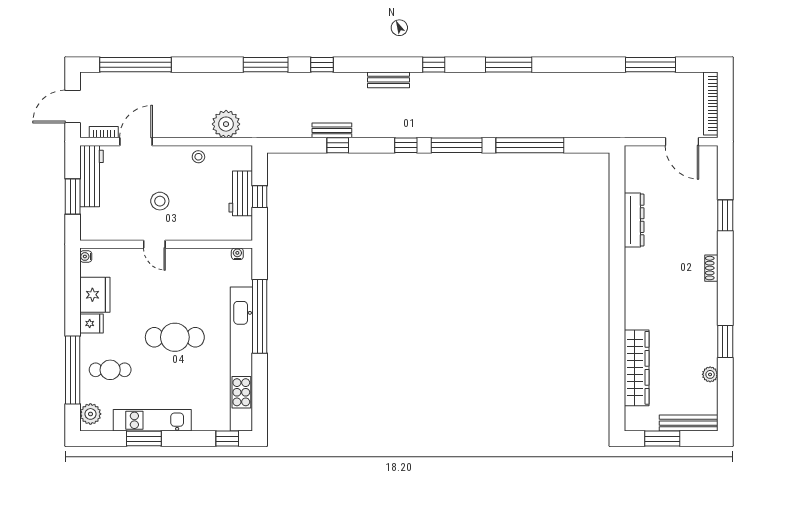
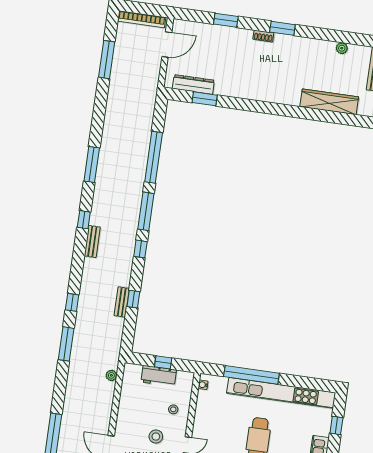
bench: (389, 80) -> (92, 241), moved
plant: (226, 124) -> (111, 375), width x0.53, depth x0.53
stool: (198, 157) -> (173, 409), moved
window: (617, 202) -> (205, 99), added
dresser: (634, 220) -> (193, 84), moved
window: (725, 342) -> (282, 28), moved
window: (227, 439) -> (336, 425), moved

